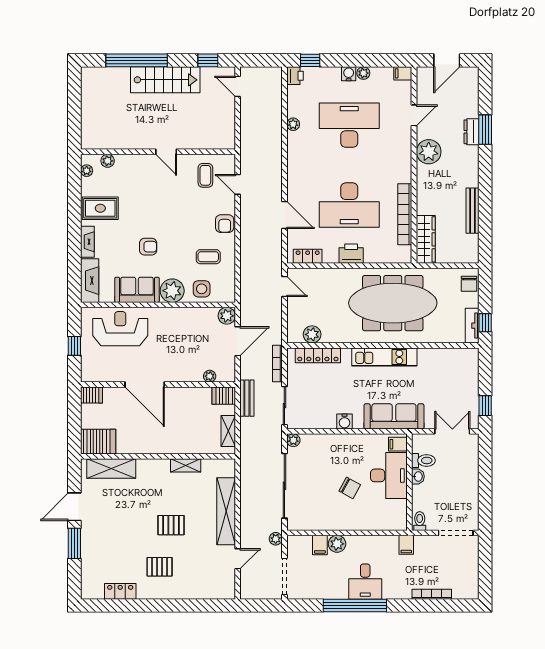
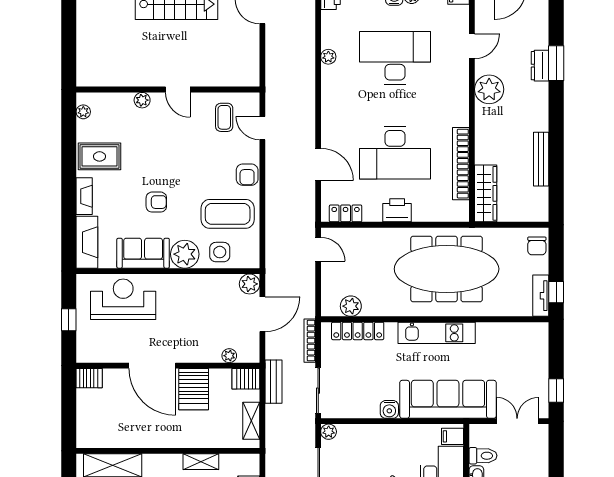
plant: (108, 161) -> (142, 100), moved
coffee table: (208, 257) -> (228, 214), width x1.86, depth x1.72
sofa: (394, 416) -> (448, 399), width x1.36, depth x1.27
server rack: (98, 442) -> (194, 389), moved, turned 90

